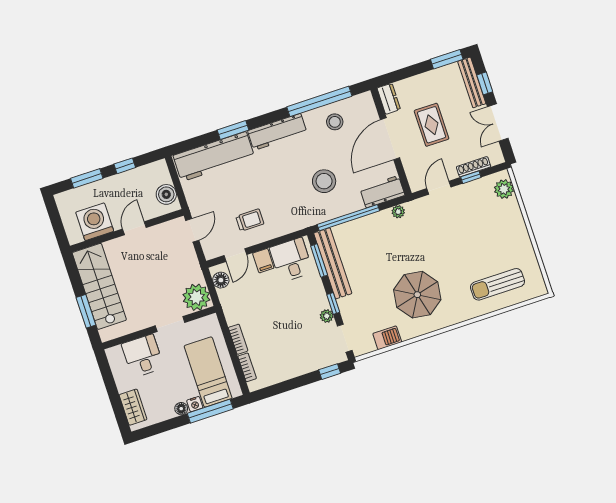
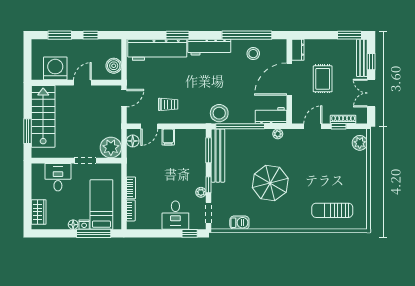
stool: (324, 181) -> (219, 113), moved
desk: (291, 260) -> (175, 215), moved, turned 180
parasol: (417, 295) -> (270, 183), moved

